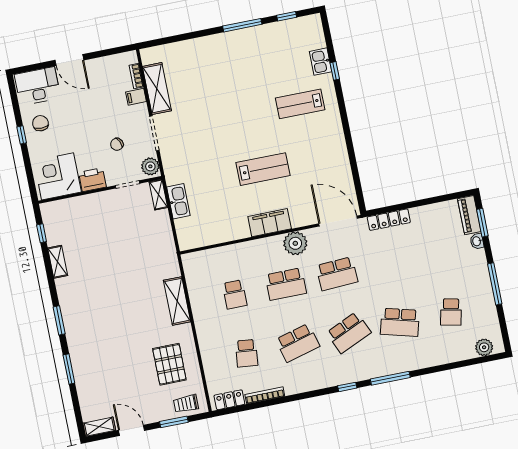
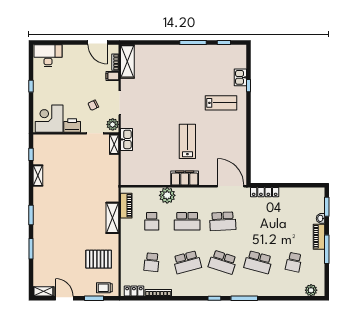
door: (69, 60) -> (98, 43), moved
shelving: (157, 89) -> (127, 61), moved
lab bench: (300, 104) -> (221, 103), turned 180
chair: (40, 123) -> (45, 81), removed
lab bench: (263, 169) -> (187, 141), turned -90
kitchen sink: (178, 201) -> (127, 139), moved
piano: (469, 215) -> (319, 237), moved
plant: (295, 243) -> (167, 195), moved
piano: (194, 279) -> (126, 206), added
school desk: (349, 333) -> (223, 262), turned 42
pallet: (169, 364) -> (99, 259), turned 90

